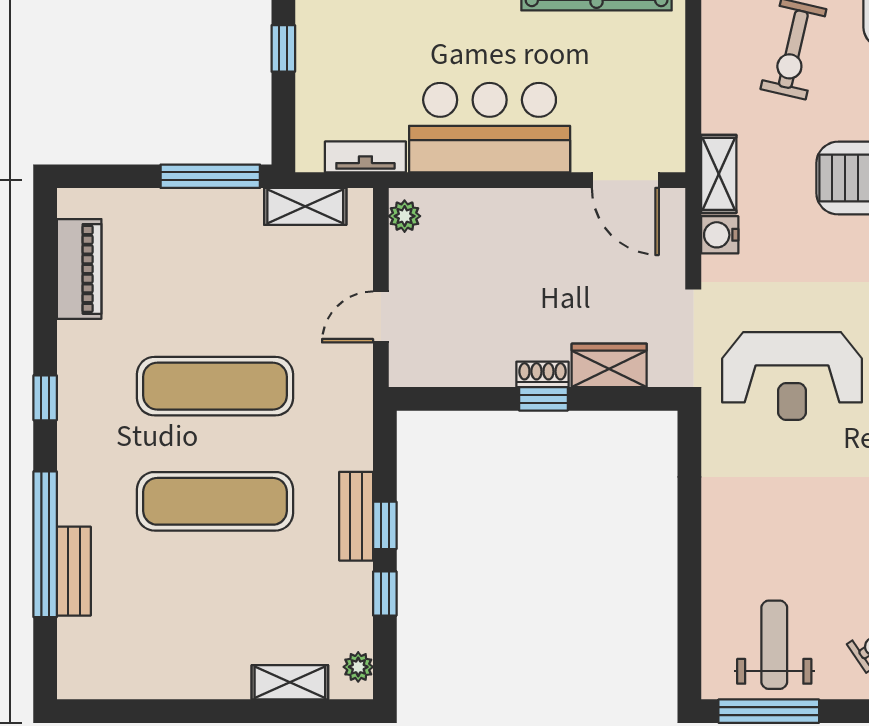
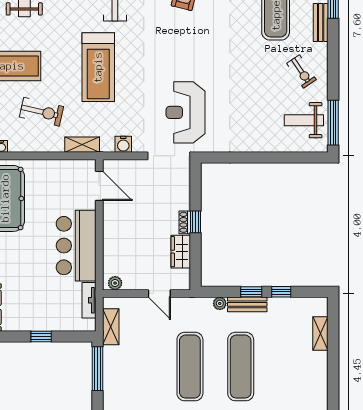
shelving: (719, 174) -> (82, 145), moved
door: (625, 180) -> (99, 186), hinge flipped
wardrobe: (609, 365) -> (181, 252), moved
reception desk: (792, 376) -> (185, 112), turned 180
plant: (358, 667) -> (220, 303), moved

